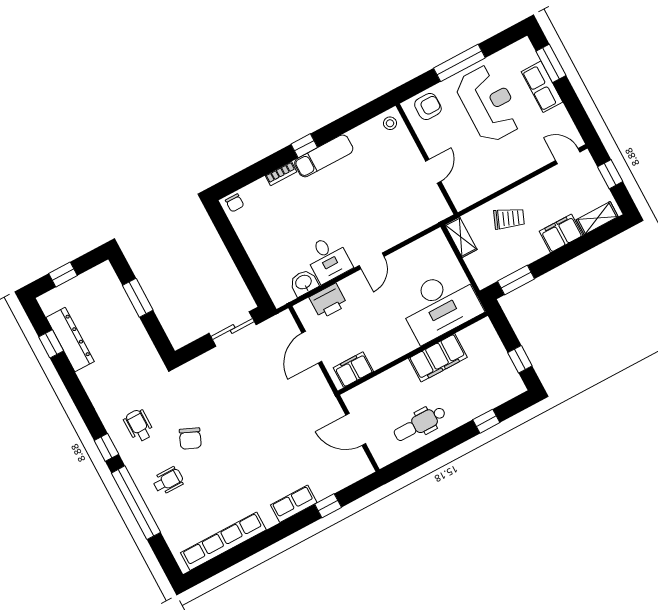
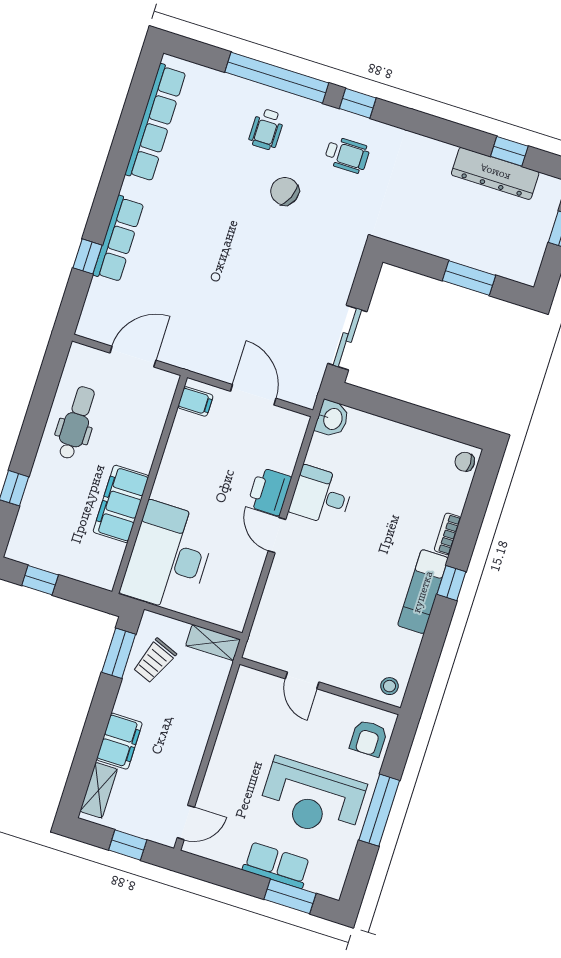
trolley: (509, 219) -> (155, 661), moved
washbasin: (304, 283) -> (332, 419), moved
printer: (328, 301) -> (269, 492), moved
filing cabinet: (353, 370) -> (195, 401), width x0.50
row of seats: (294, 504) -> (118, 239), width x1.48

